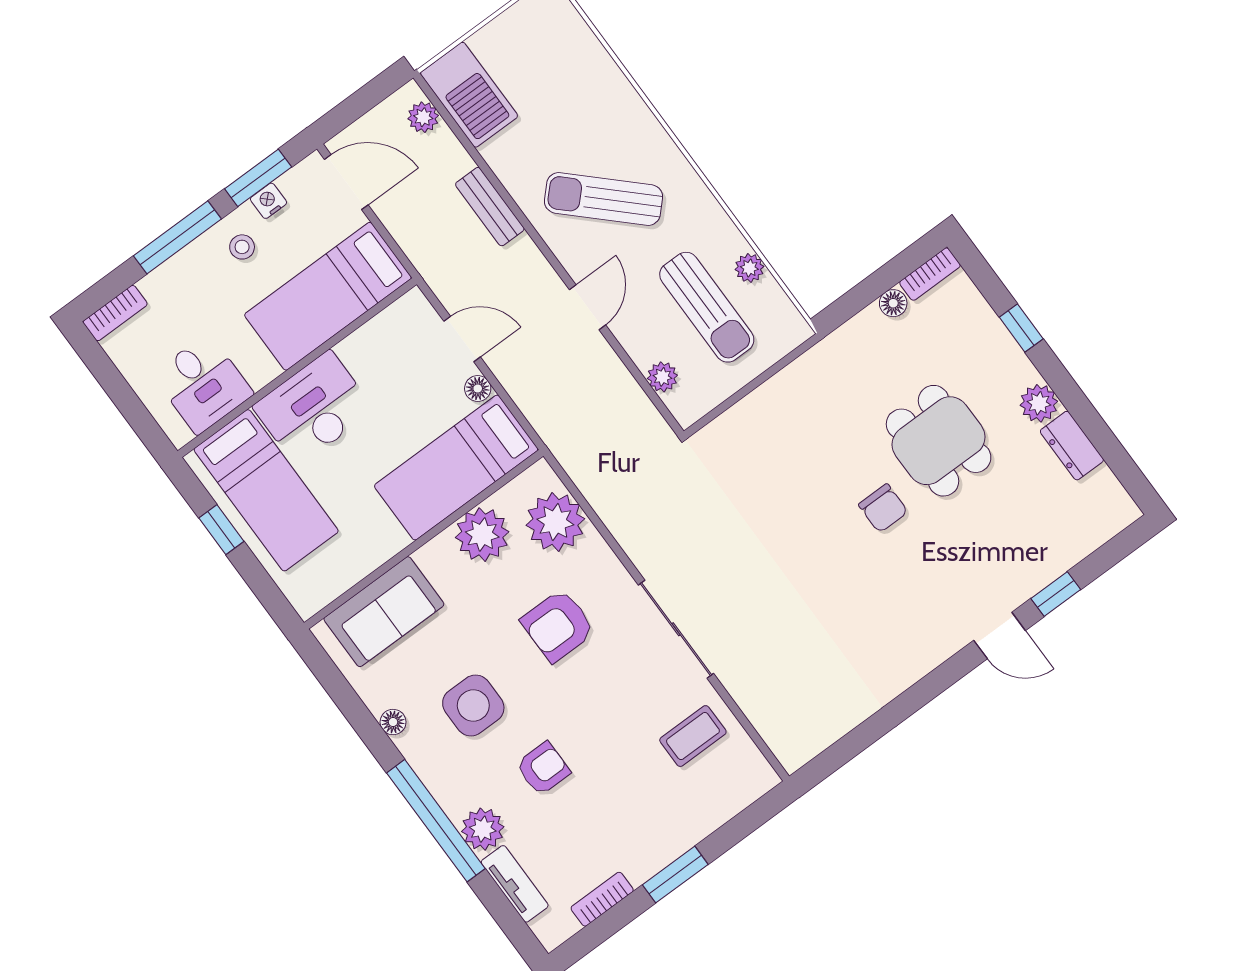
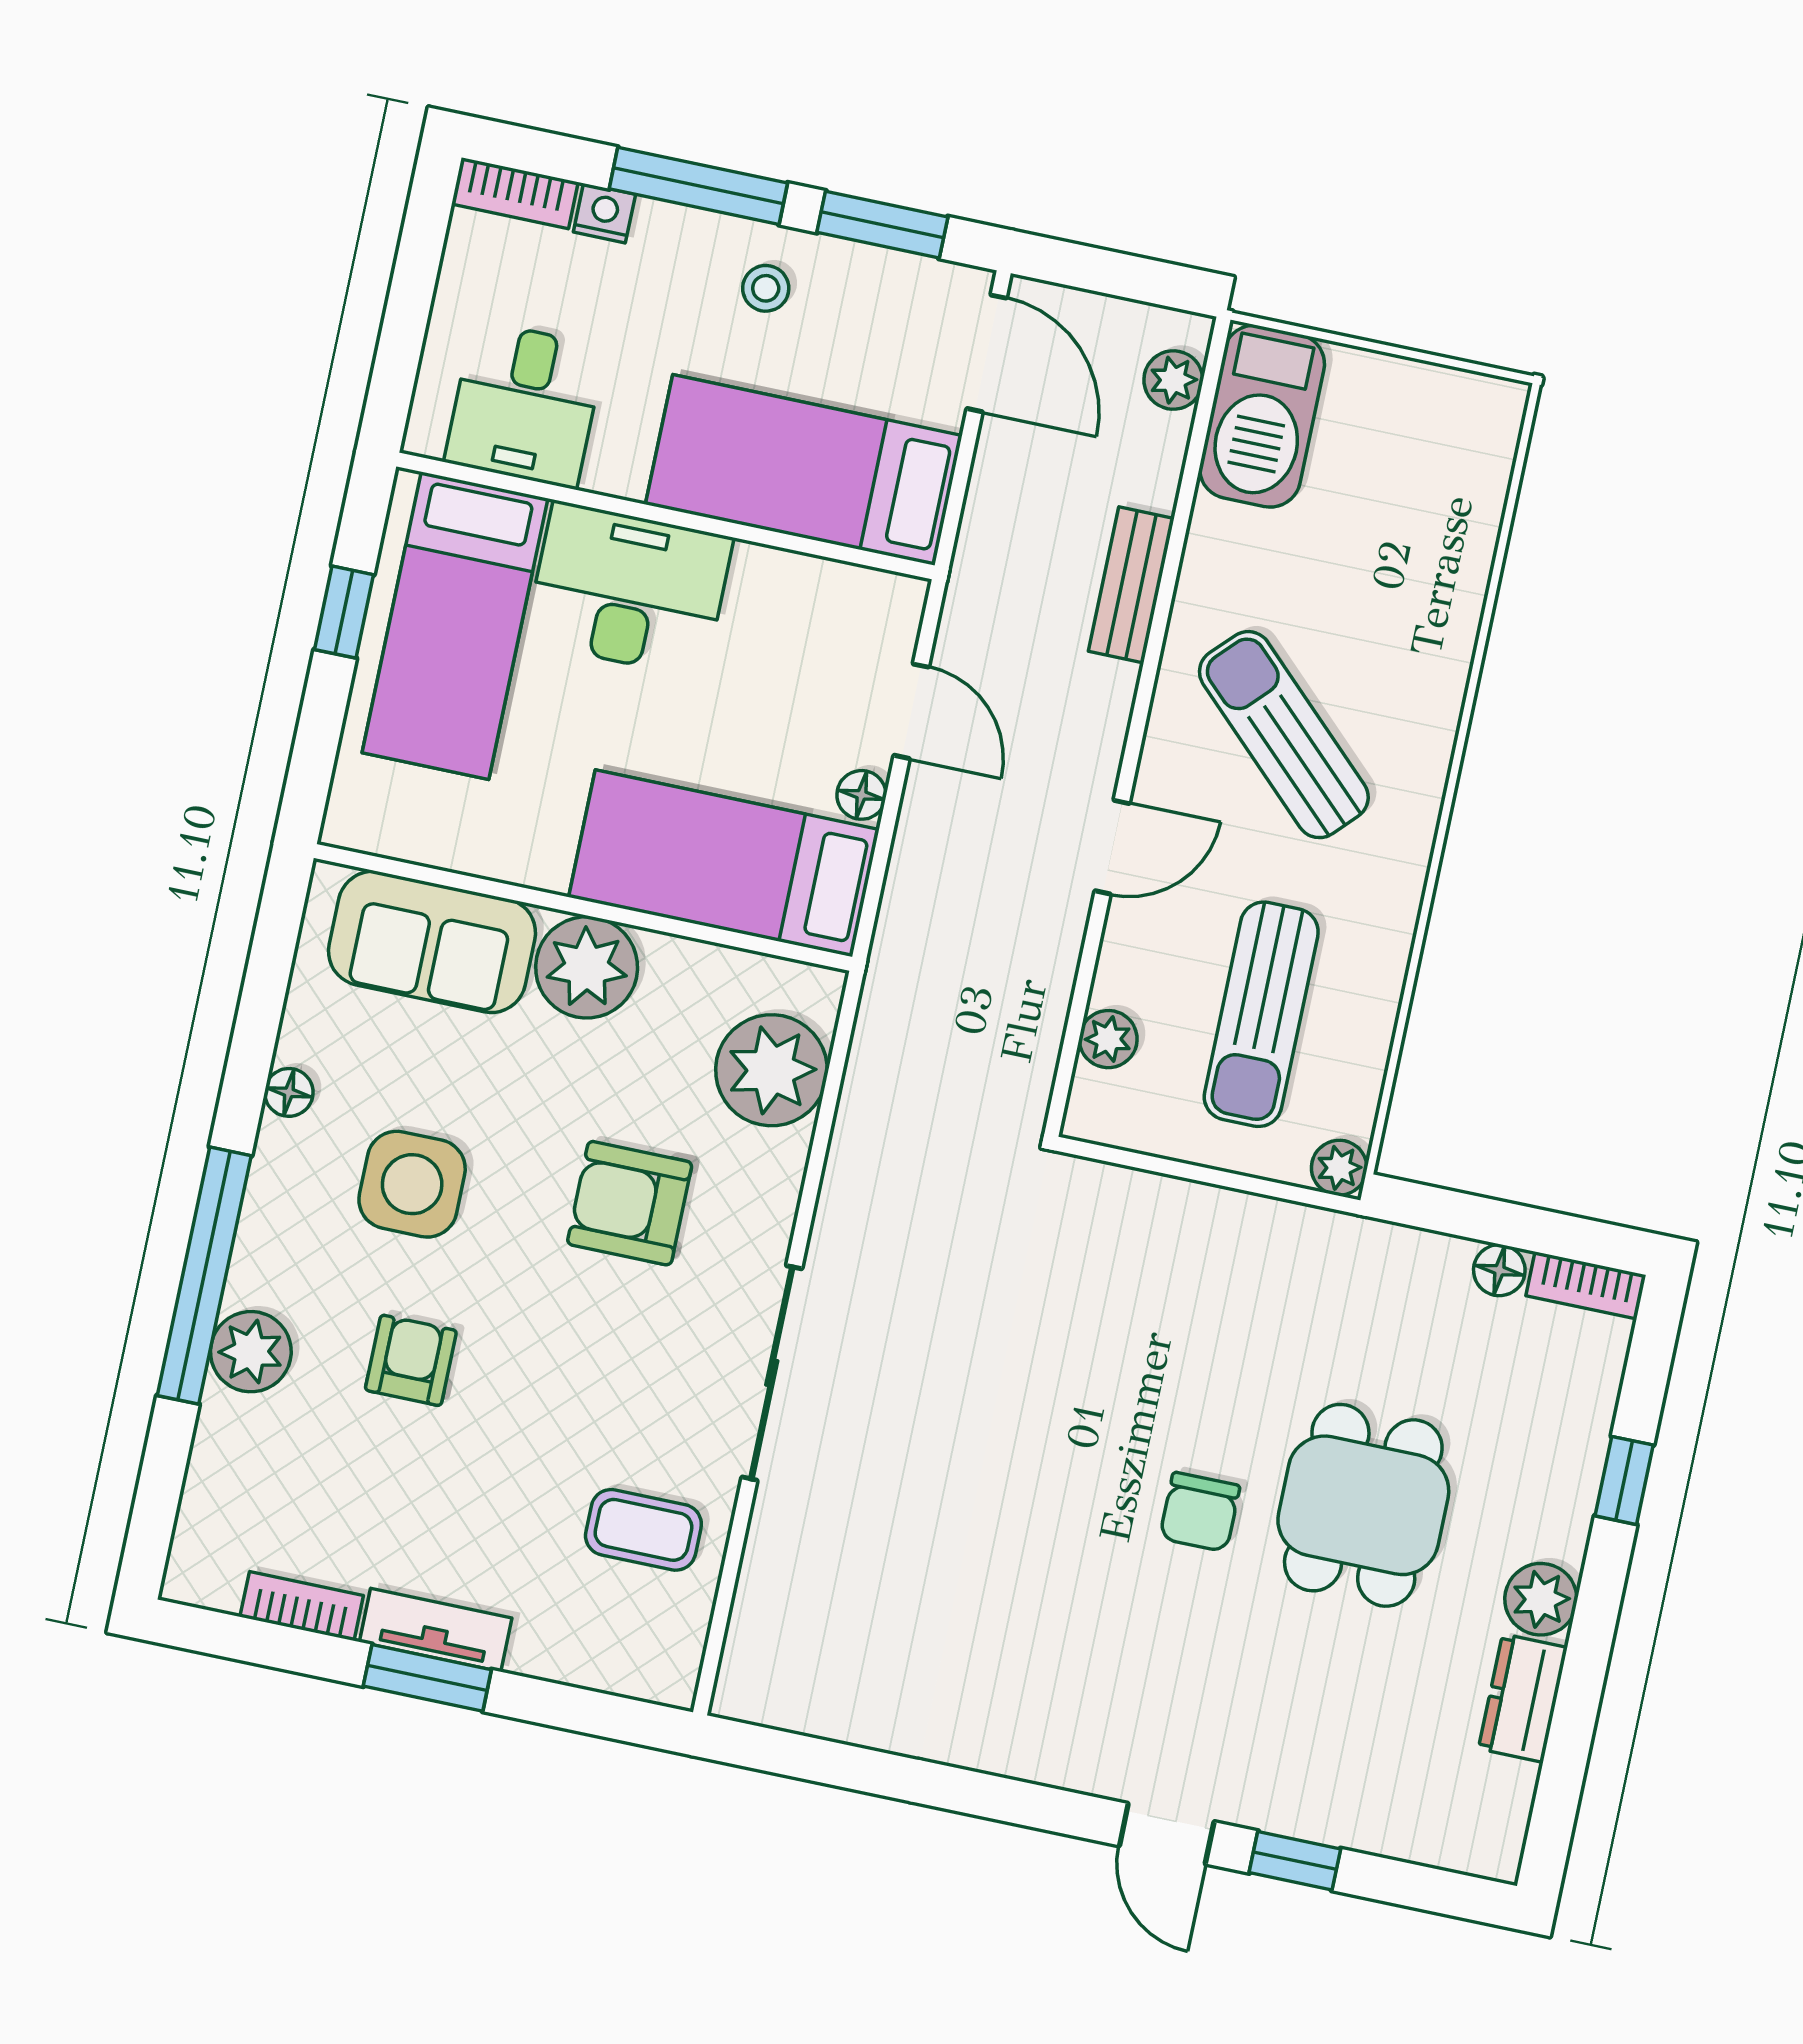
nightstand: (268, 201) -> (604, 213), moved
plant: (749, 268) -> (1339, 1168), moved
plant: (482, 535) -> (587, 967), moved
armchair: (543, 768) -> (411, 1360), turned -90
tv unit: (515, 884) -> (436, 1630), moved, turned -90

